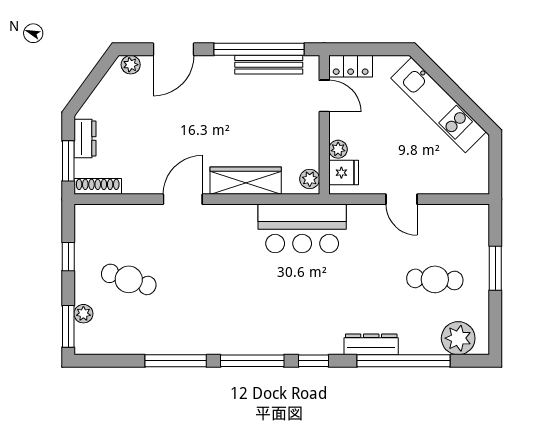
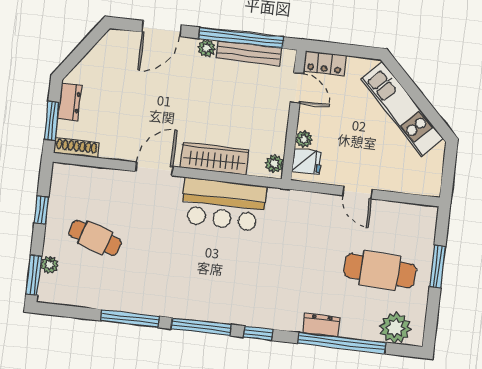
plant: (131, 65) -> (207, 48), moved
bar counter: (302, 228) -> (223, 204), moved
cafe table: (435, 279) -> (380, 271), width x1.37, depth x1.35
dresser: (371, 344) -> (321, 325), width x0.70

